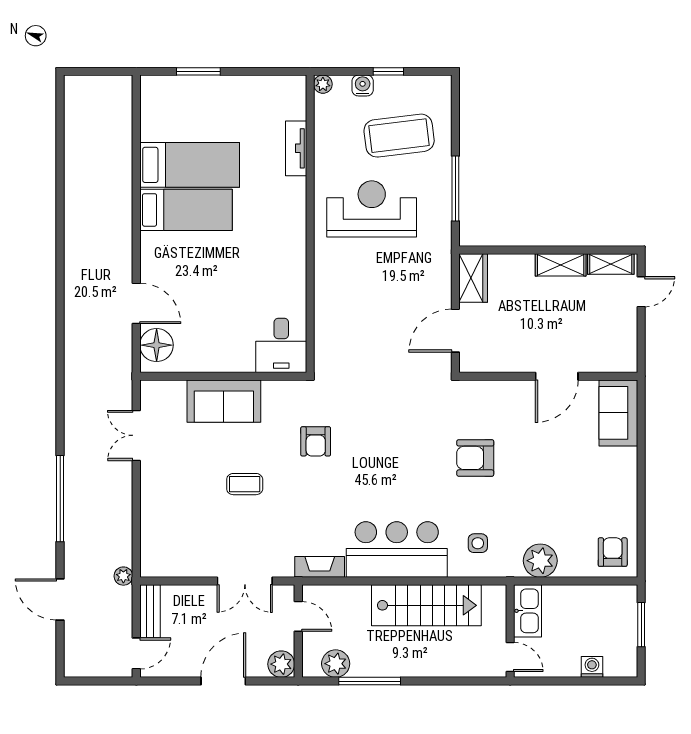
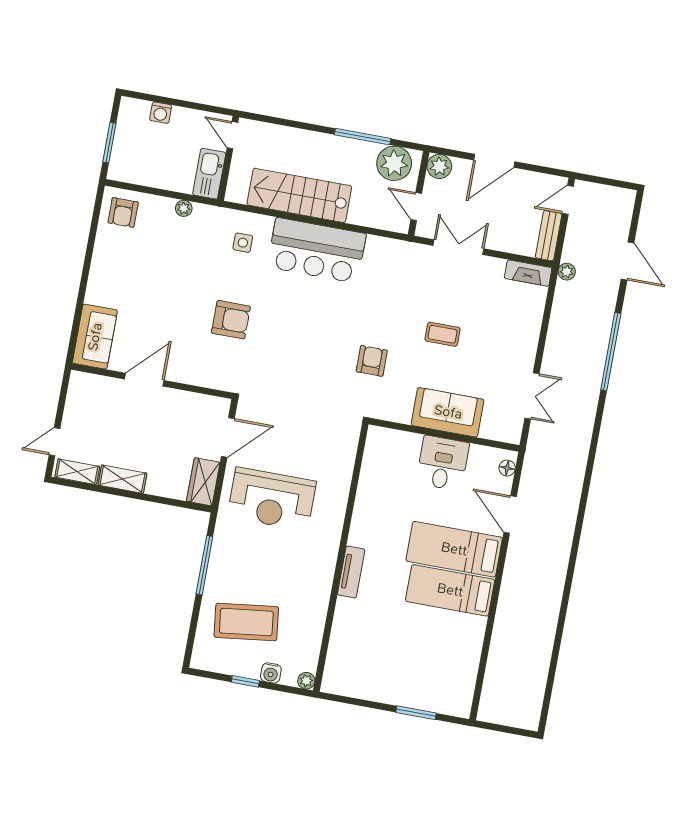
tv unit: (296, 148) -> (351, 572), moved
bed: (190, 165) -> (454, 549), moved
reception desk: (372, 209) -> (272, 499), moved
floor lamp: (157, 345) -> (507, 468), width x0.53, depth x0.53
desk: (281, 345) -> (443, 463), moved
plant: (540, 561) -> (184, 208), width x0.53, depth x0.53
fireplace: (320, 567) -> (528, 273), moved
plant: (336, 664) -> (394, 163), width x1.36, depth x1.36

